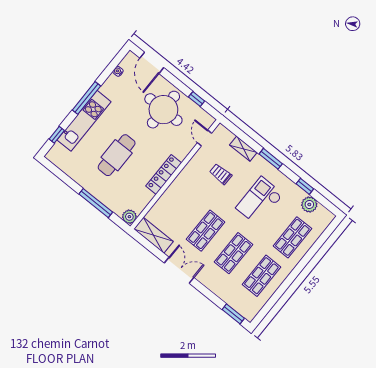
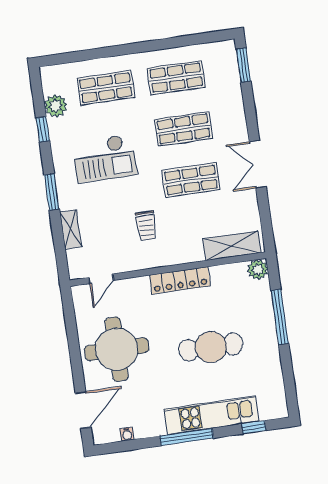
window: (197, 99) -> (71, 328), removed
trolley: (221, 174) -> (146, 226), moved
shelving: (154, 235) -> (232, 246), moved, turned 90

